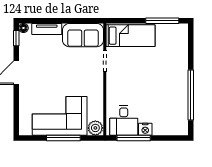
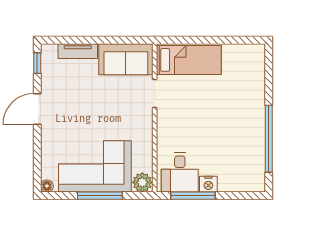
window: (162, 21) -> (231, 40), removed
floor lamp: (23, 28) -> (47, 186), moved

